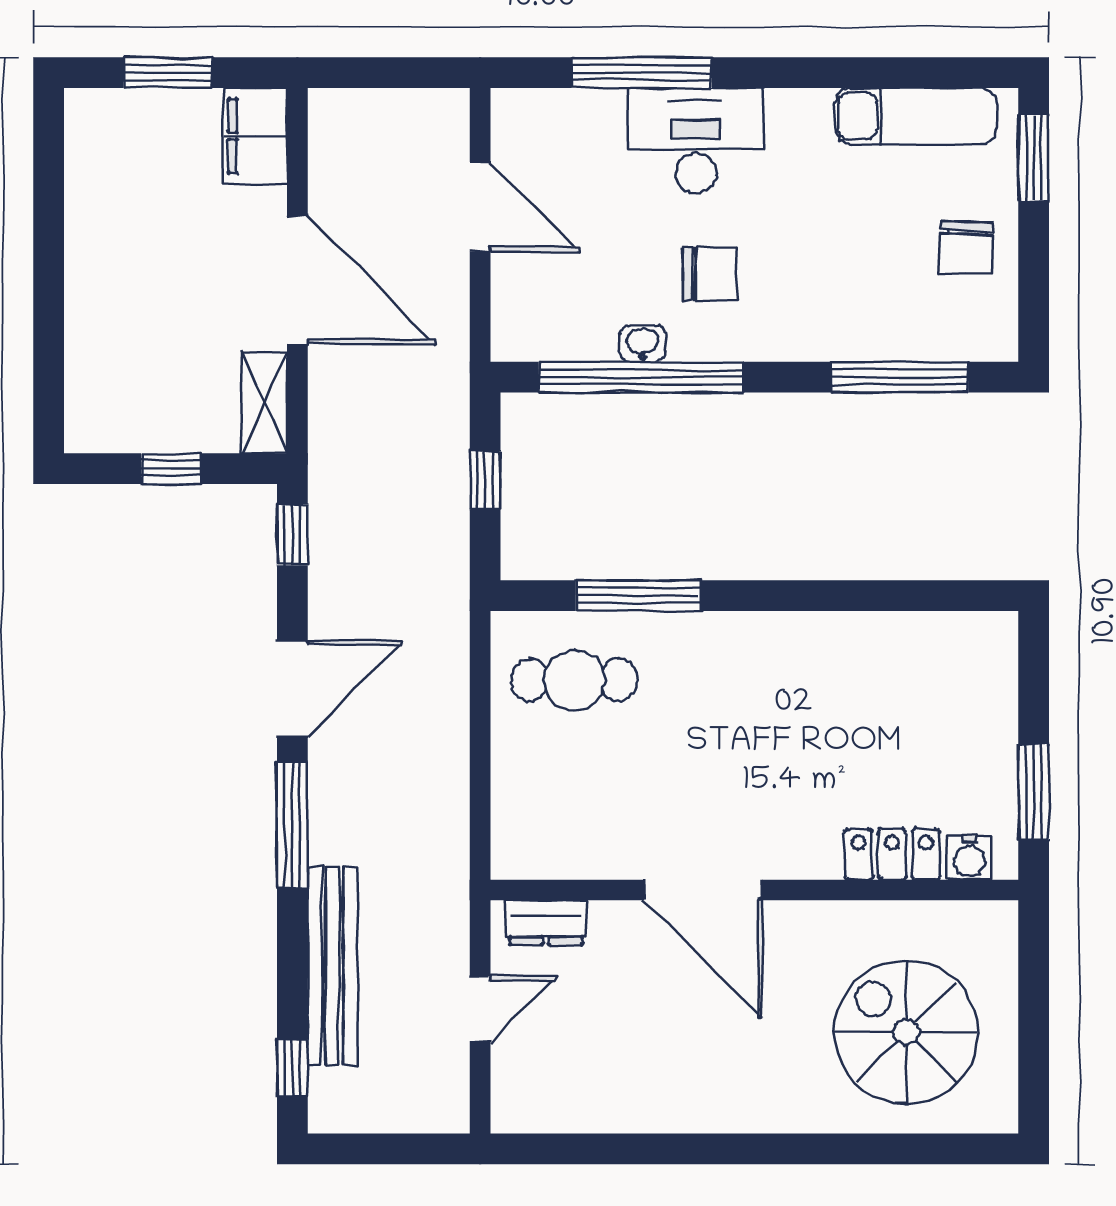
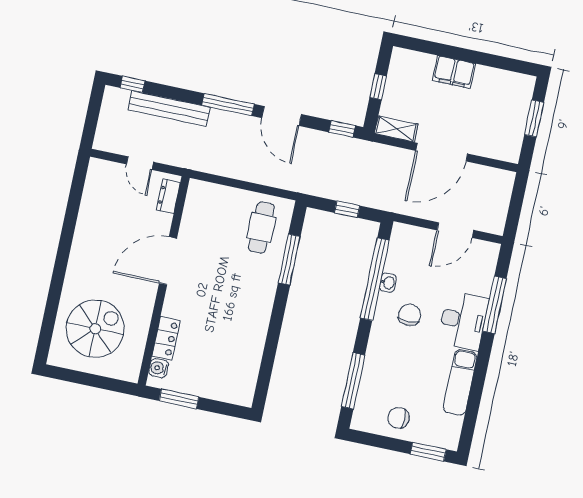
exam couch: (916, 116) -> (460, 382), moved
filing cabinet: (255, 136) -> (454, 72), moved, turned 180
chair: (710, 274) -> (410, 315), turned 180

